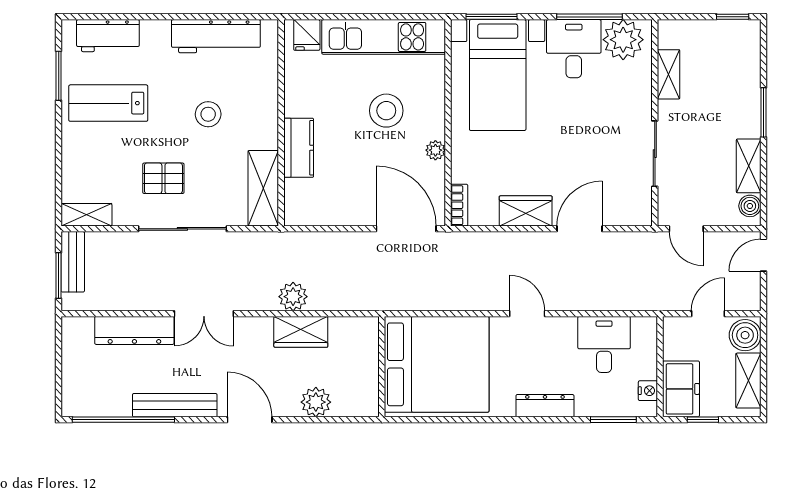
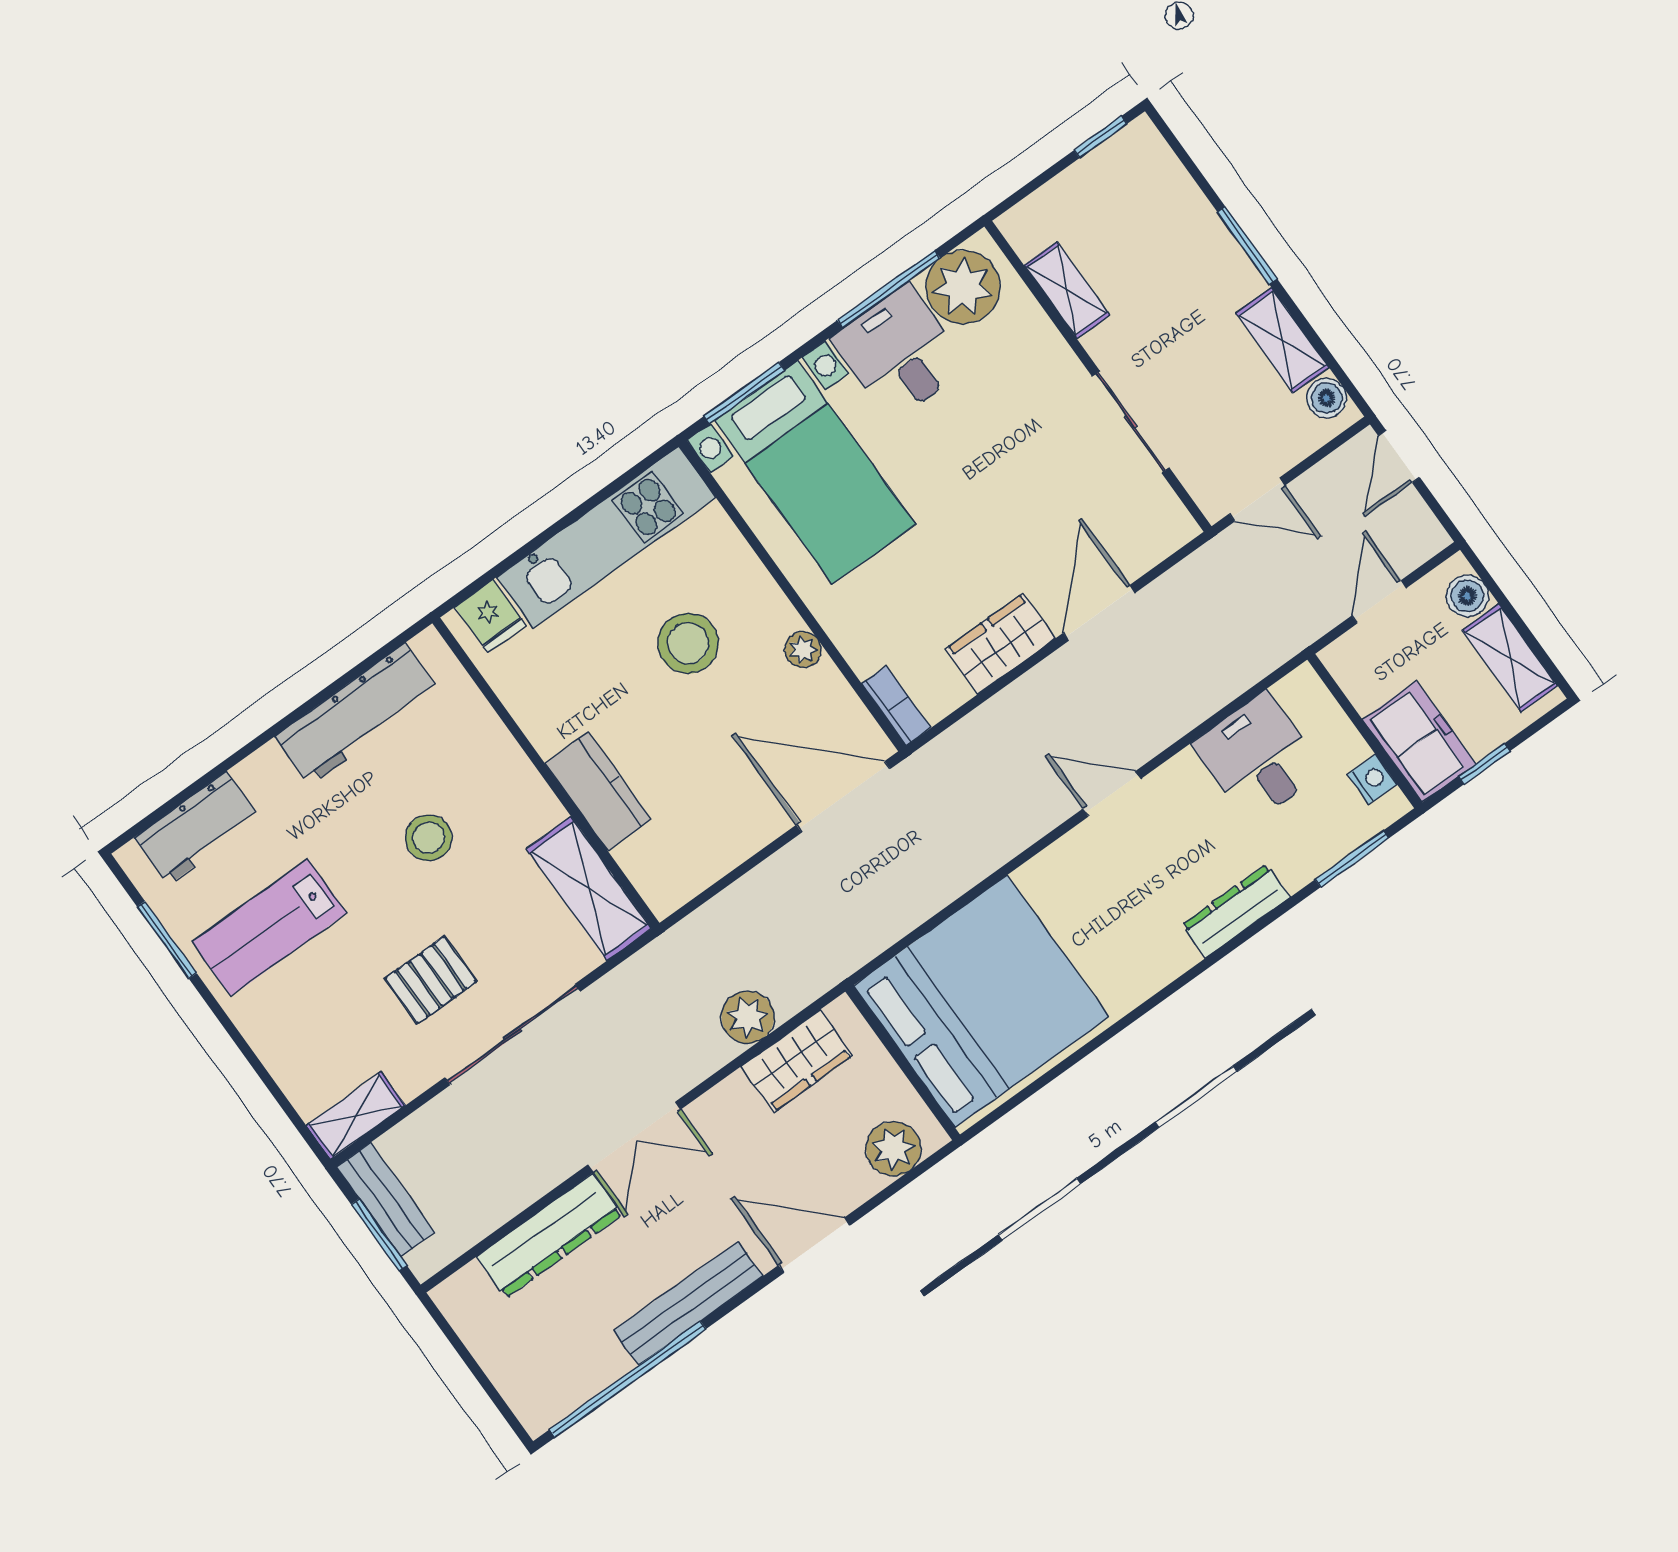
boiler: (745, 335) -> (1467, 596), width x0.73, depth x0.73
bed: (437, 364) -> (981, 1001), moved
wall: (382, 367) -> (903, 1063), moved

